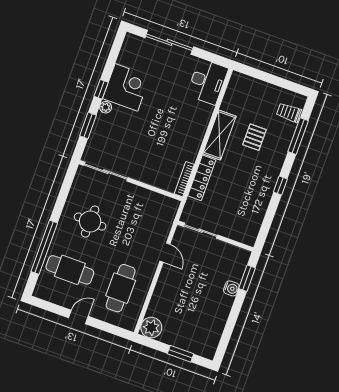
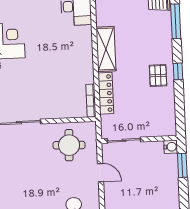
pallet: (254, 137) -> (158, 76), moved
round table: (90, 222) -> (69, 145), moved
water cooler: (231, 288) -> (171, 147), moved

